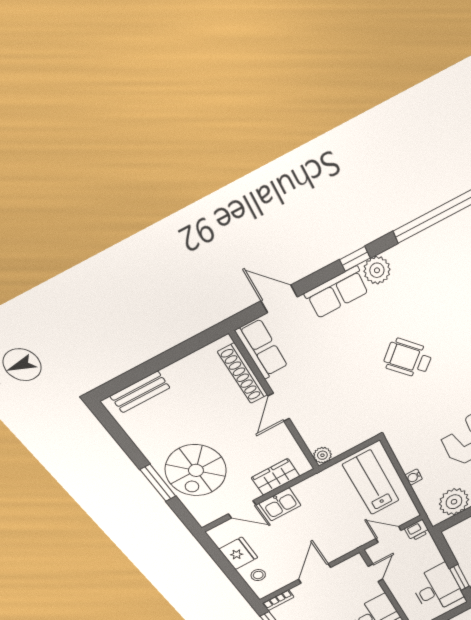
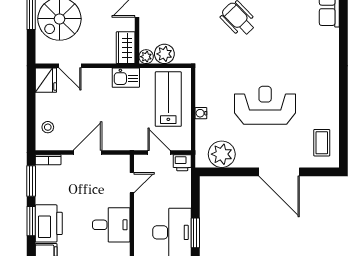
plant: (342, 441) -> (164, 54), added
wardrobe: (276, 477) -> (126, 48), moved, turned -90
kitchen sink: (280, 504) -> (126, 78), moved
fridge: (238, 553) -> (46, 80), moved

